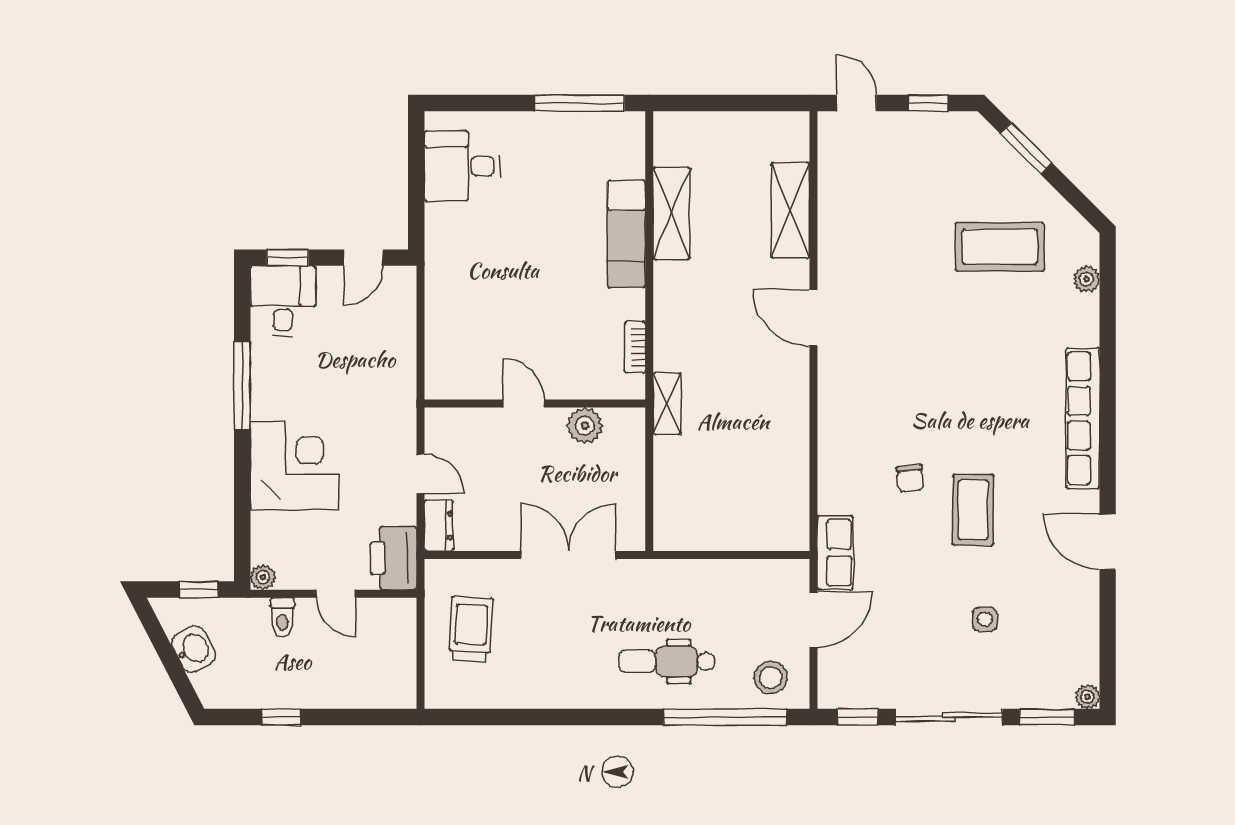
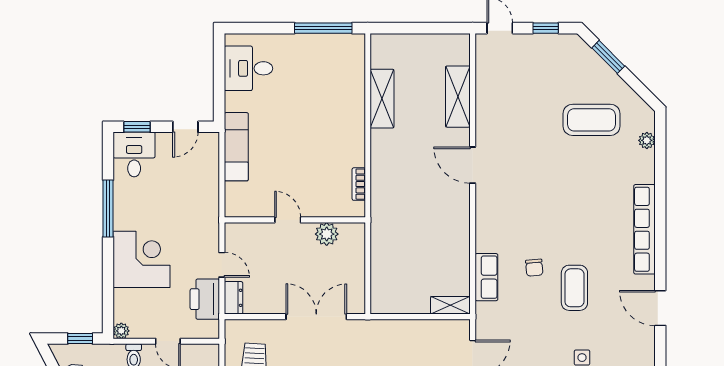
exam couch: (626, 234) -> (236, 147), moved, turned 180
shelving: (667, 404) -> (450, 305), moved, turned 90
row of seats: (835, 553) -> (486, 277), moved
printer: (394, 558) -> (205, 299), moved

